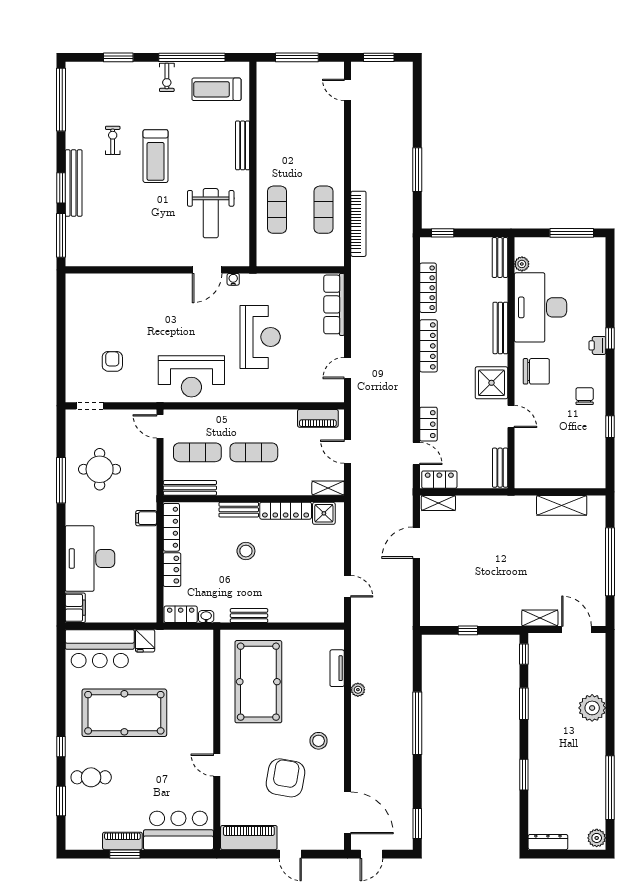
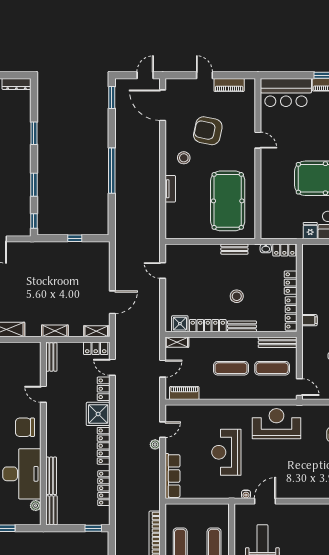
bench: (500, 328) -> (51, 476), moved
shower: (491, 383) -> (98, 414), moved
door: (348, 452) -> (163, 369), hinge flipped
shelving: (540, 618) -> (55, 331), moved
tv unit: (337, 668) -> (170, 189), moved
plant: (358, 690) -> (155, 444), moved
armchair: (286, 778) -> (208, 131), turned 92
piano: (249, 838) -> (229, 85), width x0.73, depth x0.75

